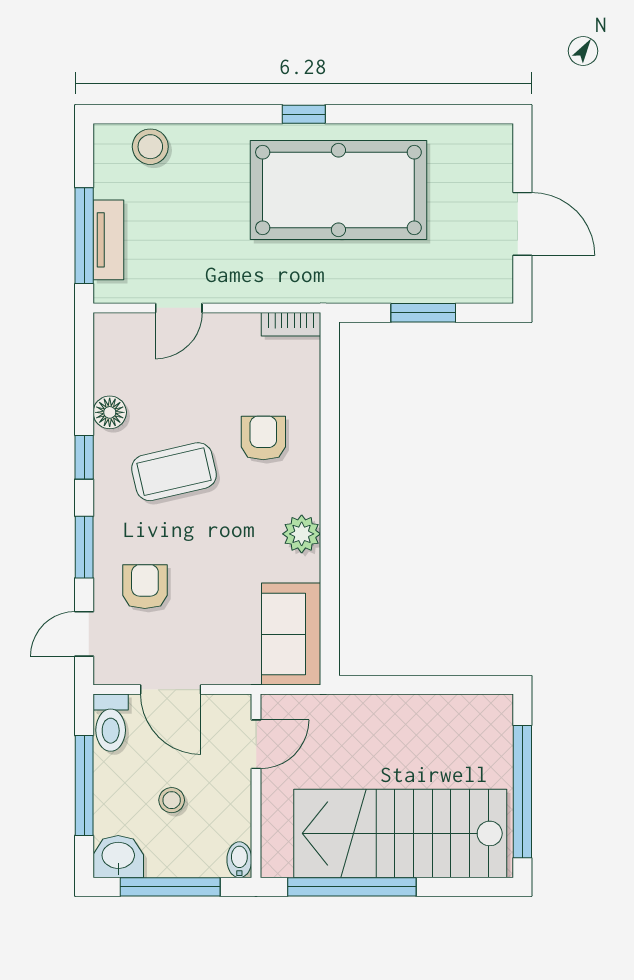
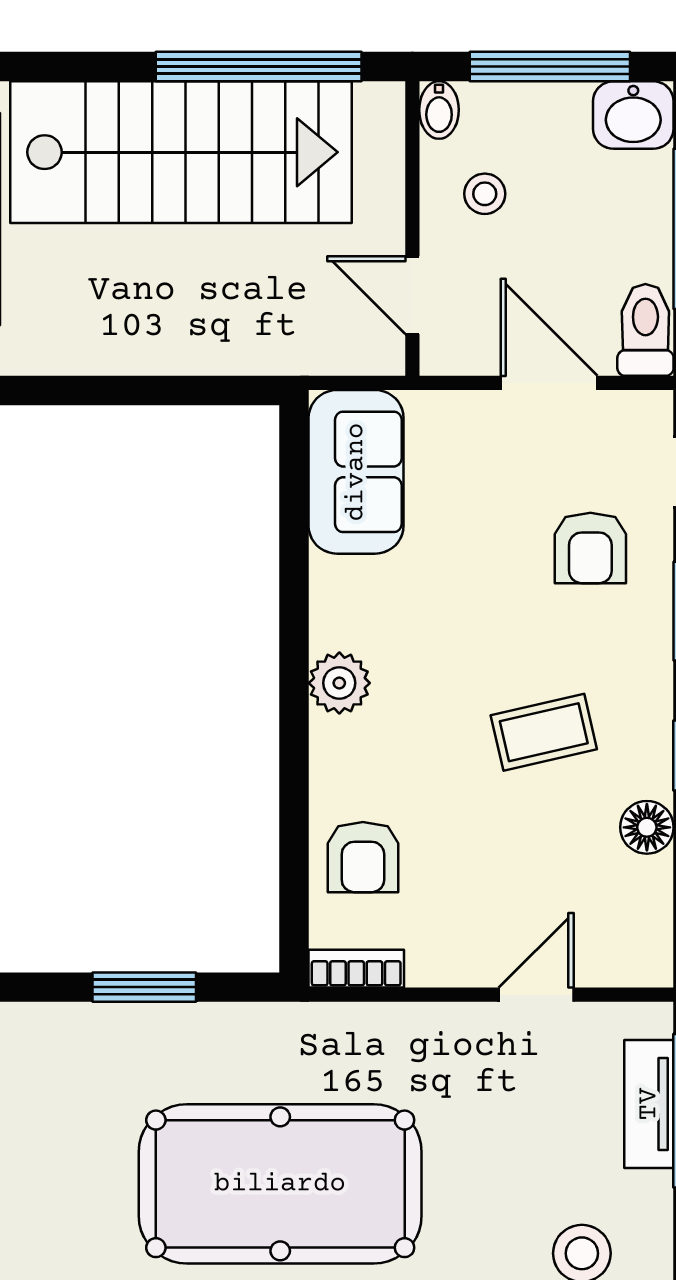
armchair: (263, 438) -> (363, 857), moved
coffee table: (174, 472) -> (544, 732), width x0.73, depth x0.77
plant: (302, 534) -> (339, 683), moved
door: (256, 744) -> (412, 295), hinge flipped
stool: (172, 800) -> (485, 194), moved

